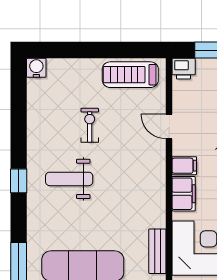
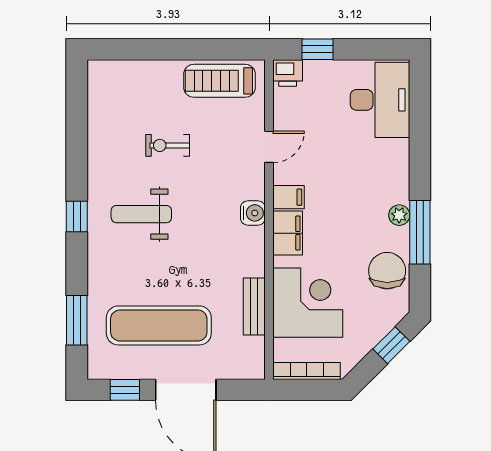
water cooler: (36, 68) -> (253, 213), moved, turned 90
exercise bike: (90, 125) -> (168, 145), turned -90
door: (169, 126) -> (269, 147), swing flipped

